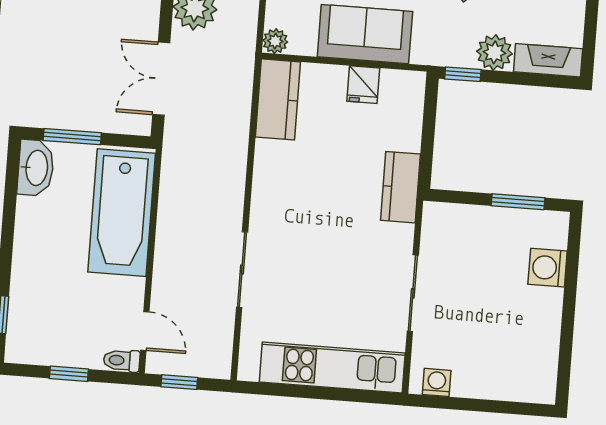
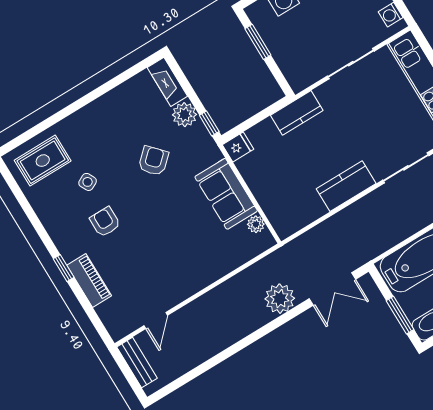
plant: (275, 41) -> (256, 224), moved
fridge: (363, 85) -> (238, 147), moved
kitchen counter: (278, 99) -> (346, 186), moved

